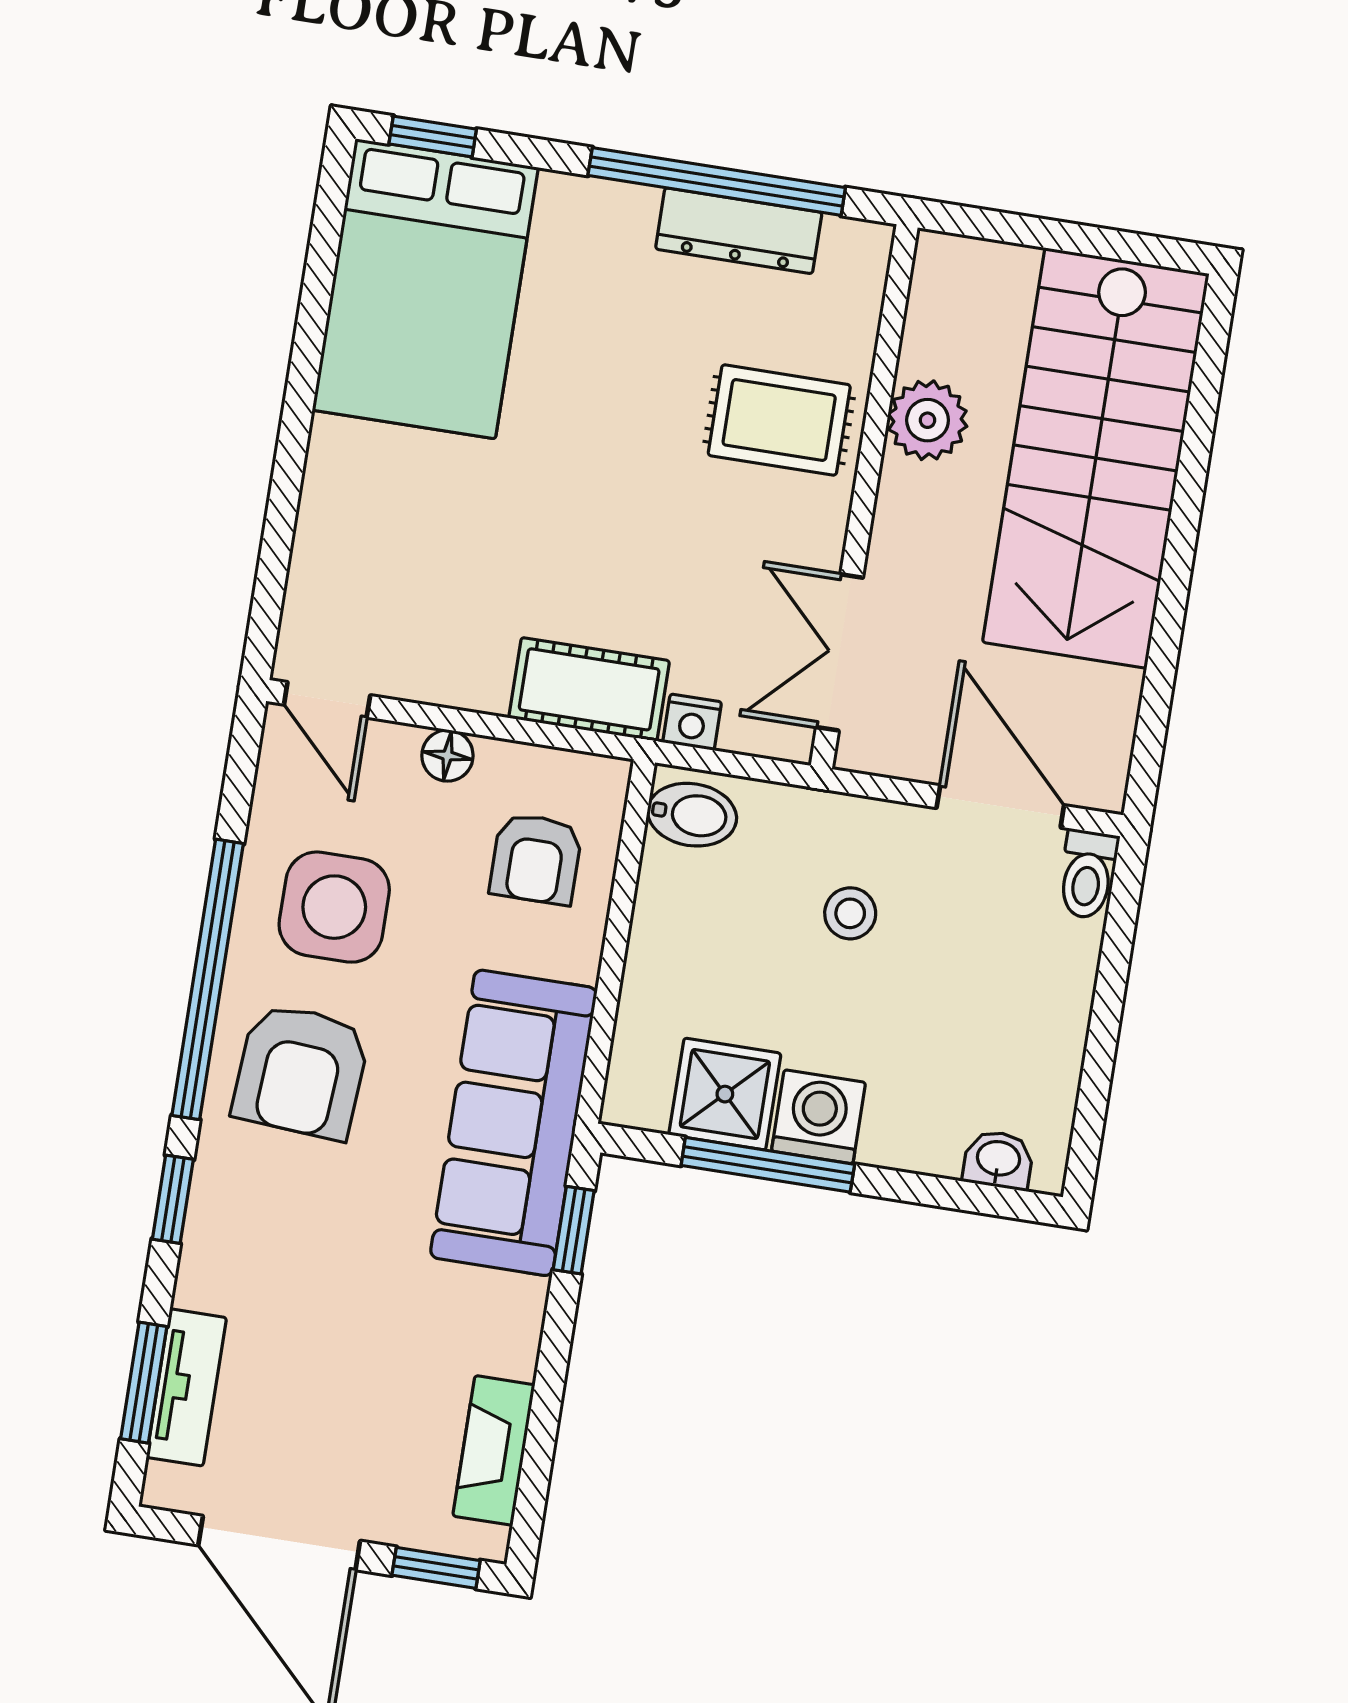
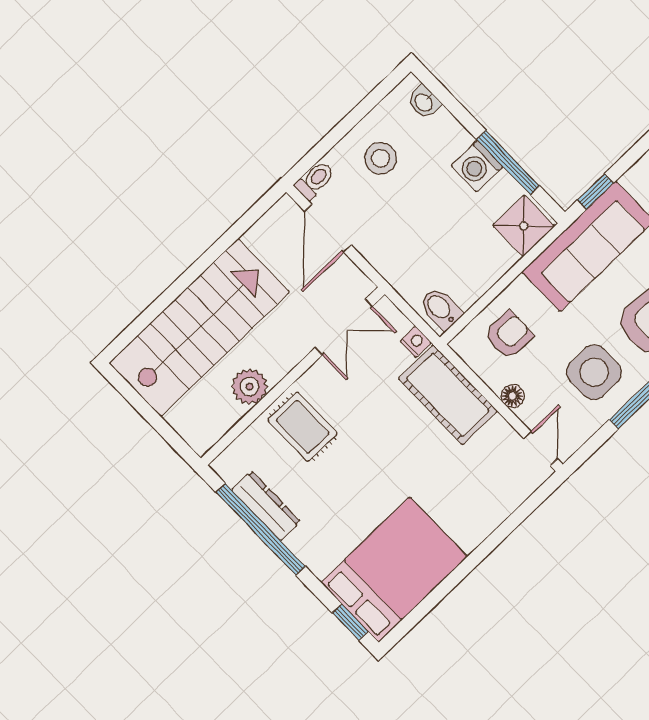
cot: (589, 689) -> (448, 395), width x1.37, depth x1.34
stool: (850, 913) -> (381, 158), moved, width x1.37, depth x1.37
shower: (725, 1094) -> (524, 226), moved

